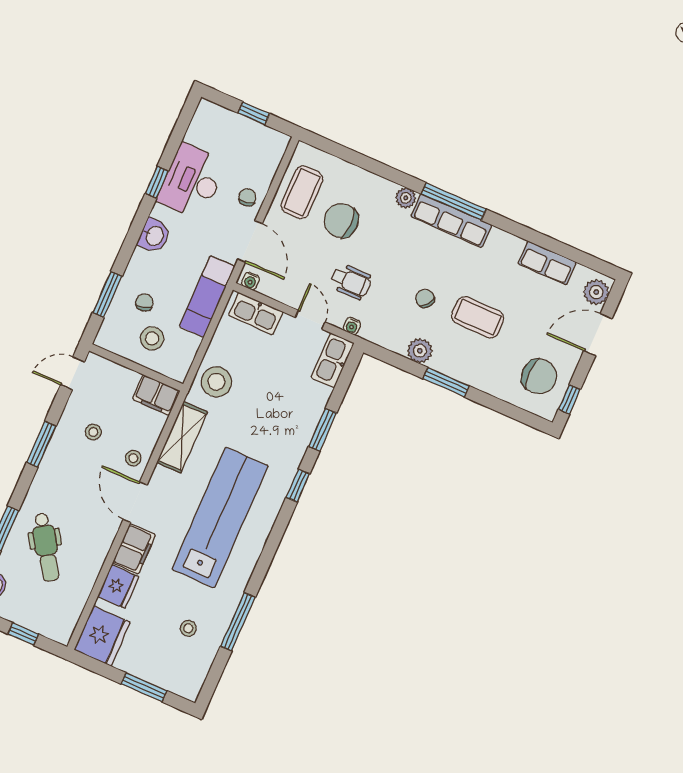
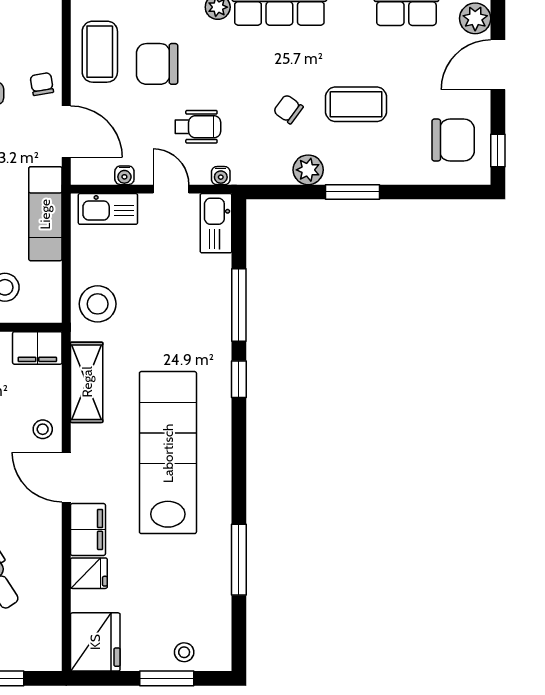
water cooler: (251, 281) -> (124, 175), moved
window: (323, 430) -> (239, 305), width x1.44
fridge: (118, 587) -> (89, 573), width x0.72
stool: (188, 628) -> (184, 652), moved

